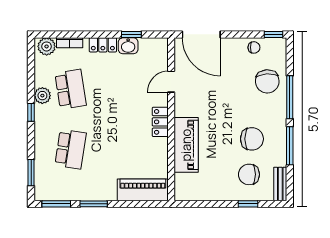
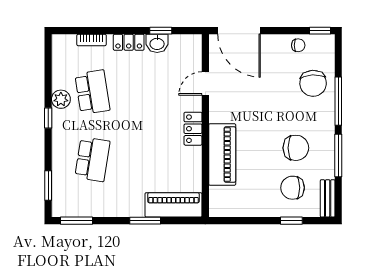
plant: (47, 46) -> (66, 44), removed
window: (94, 204) -> (145, 221), moved

